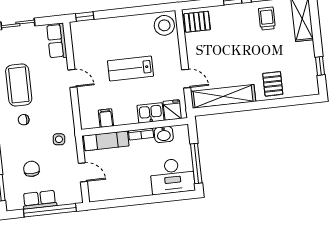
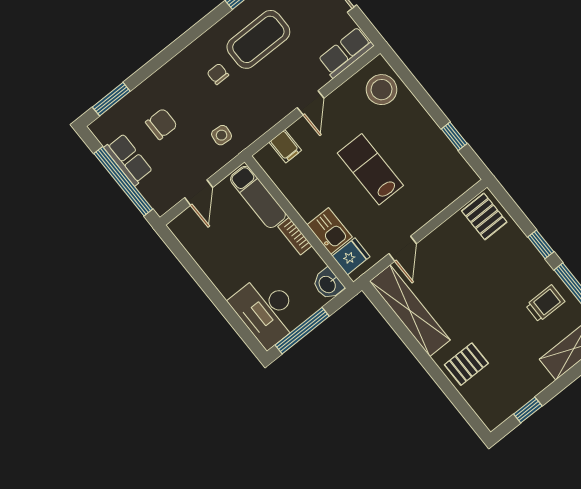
window: (85, 17) -> (454, 136), moved
stool: (164, 25) -> (382, 90), moved
filing cabinet: (106, 118) -> (285, 146), moved, turned 90
washbasin: (164, 135) -> (328, 284), moved

